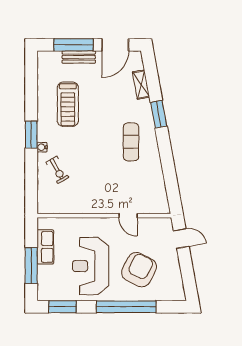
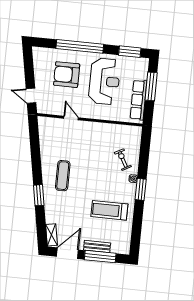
shelving: (141, 85) -> (51, 235), moved
treadmill: (68, 104) -> (109, 210), turned -90
row of seats: (45, 247) -> (139, 100), width x1.48
armchair: (139, 270) -> (67, 75), turned 63

